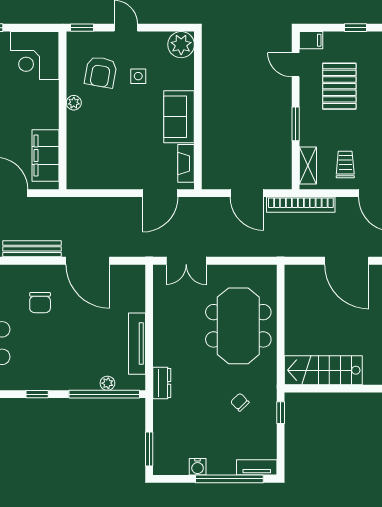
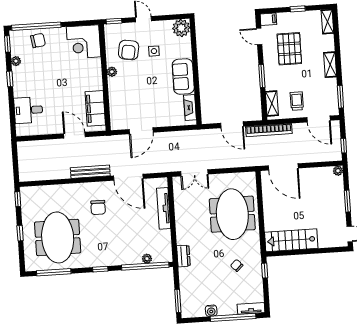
door: (160, 193) -> (141, 131), moved
door: (347, 261) -> (283, 167), moved
tv unit: (137, 344) -> (164, 208), moved

